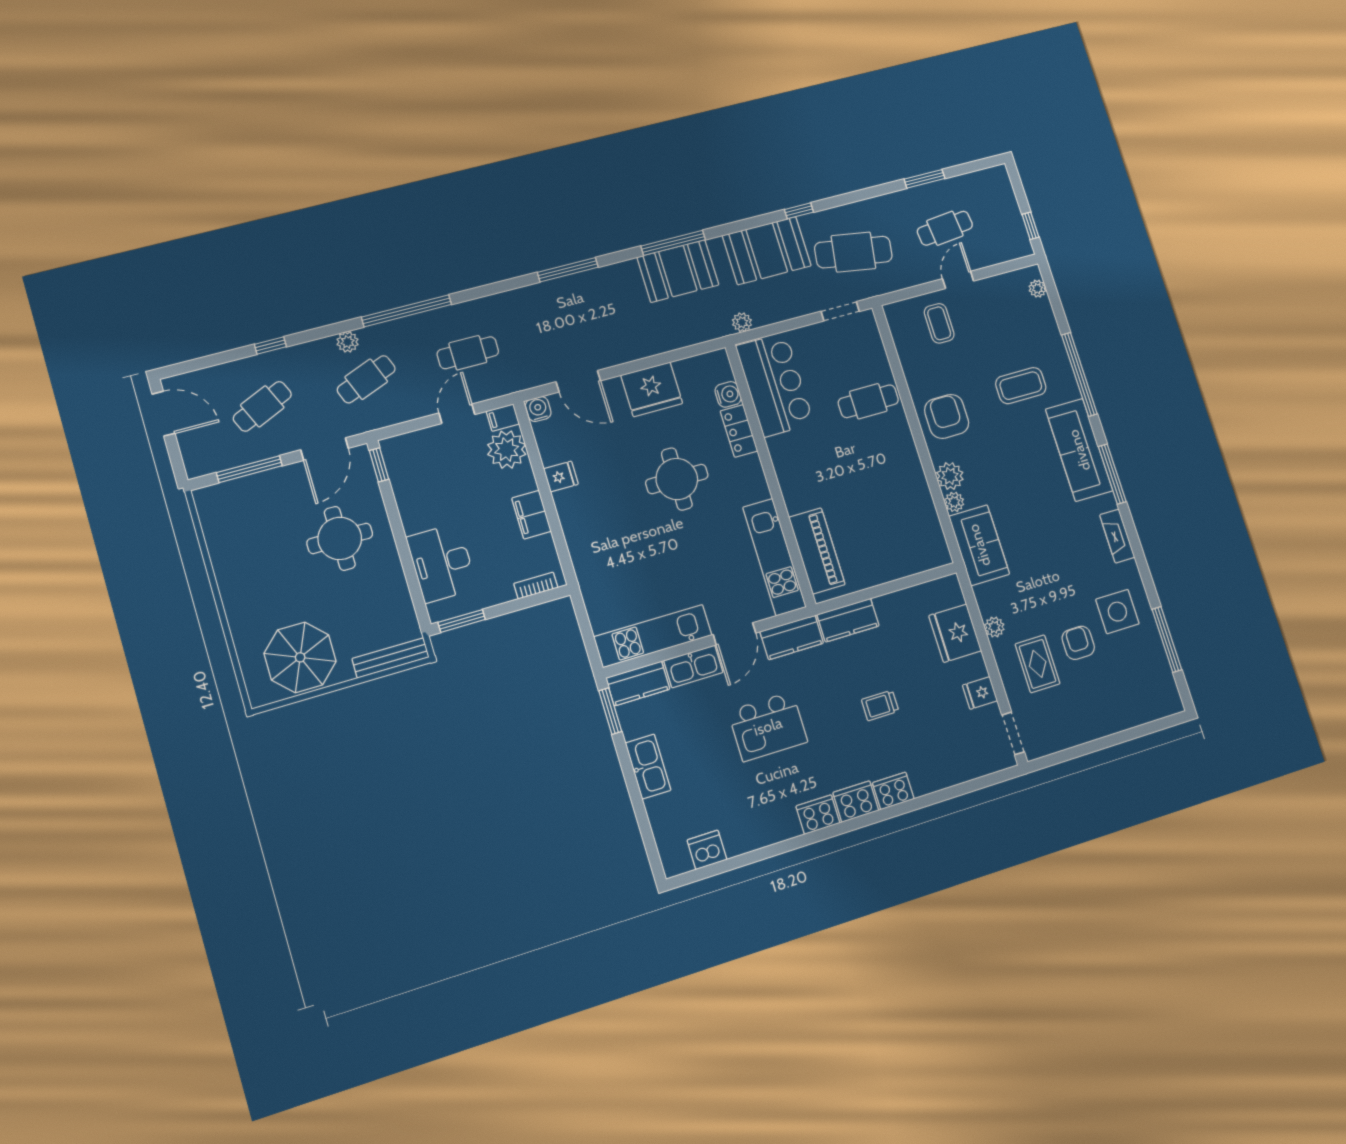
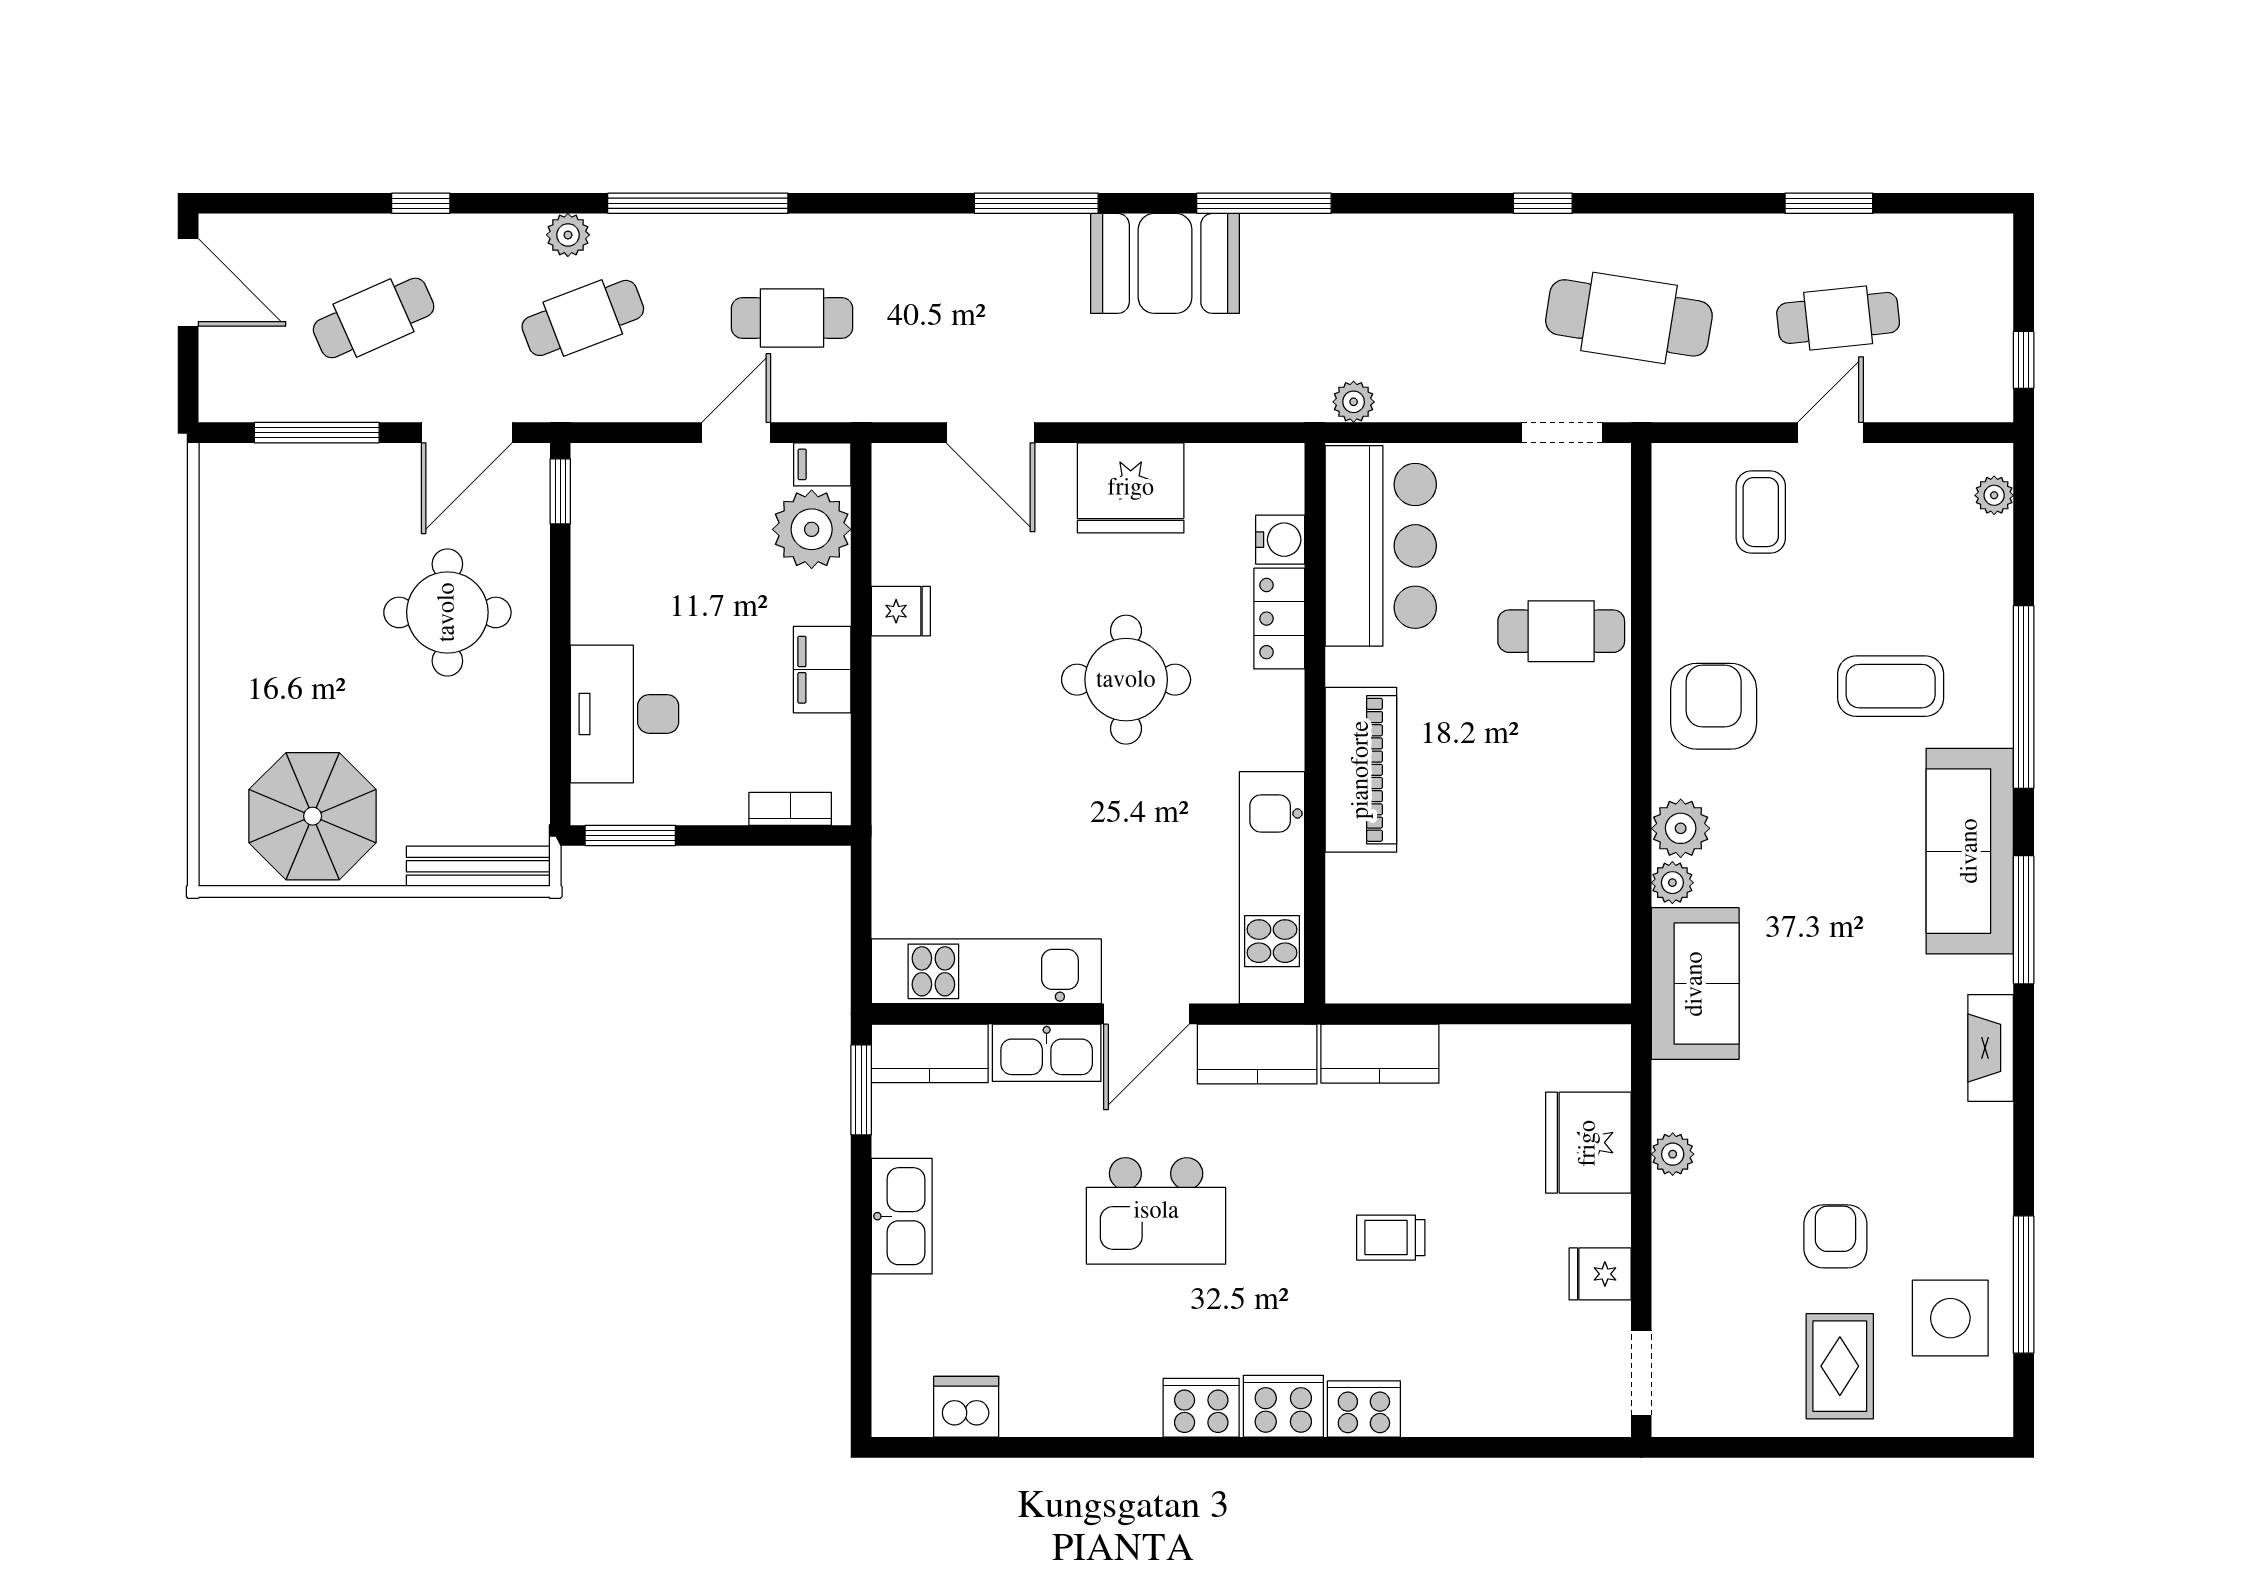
booth: (767, 251) -> (1450, 268), removed
booth: (678, 271) -> (1165, 263), moved
water cooler: (538, 409) -> (896, 466), removed
piano: (817, 551) -> (1361, 770), moved
side table: (1117, 612) -> (1950, 1318), moved
rug: (1038, 664) -> (1840, 1366), moved

